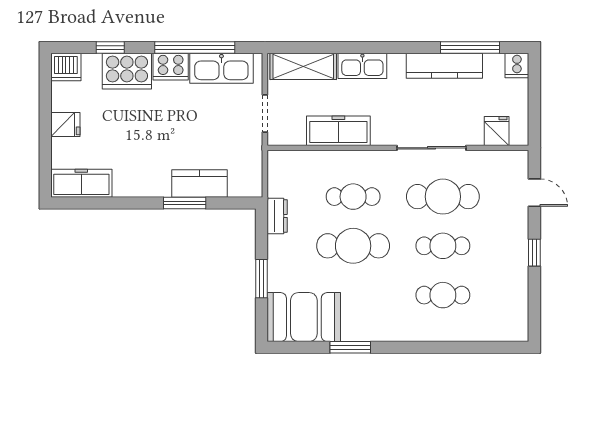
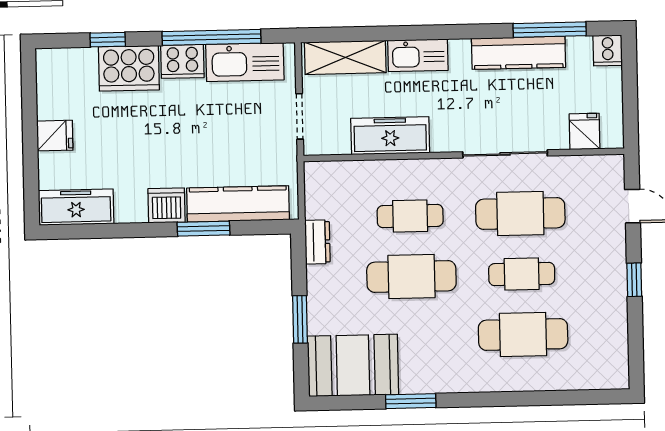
dishwasher: (66, 67) -> (167, 205), moved, turned 180
kitchen counter: (199, 184) -> (238, 204), width x1.50
cafe table: (443, 295) -> (523, 334), width x1.37, depth x1.35

